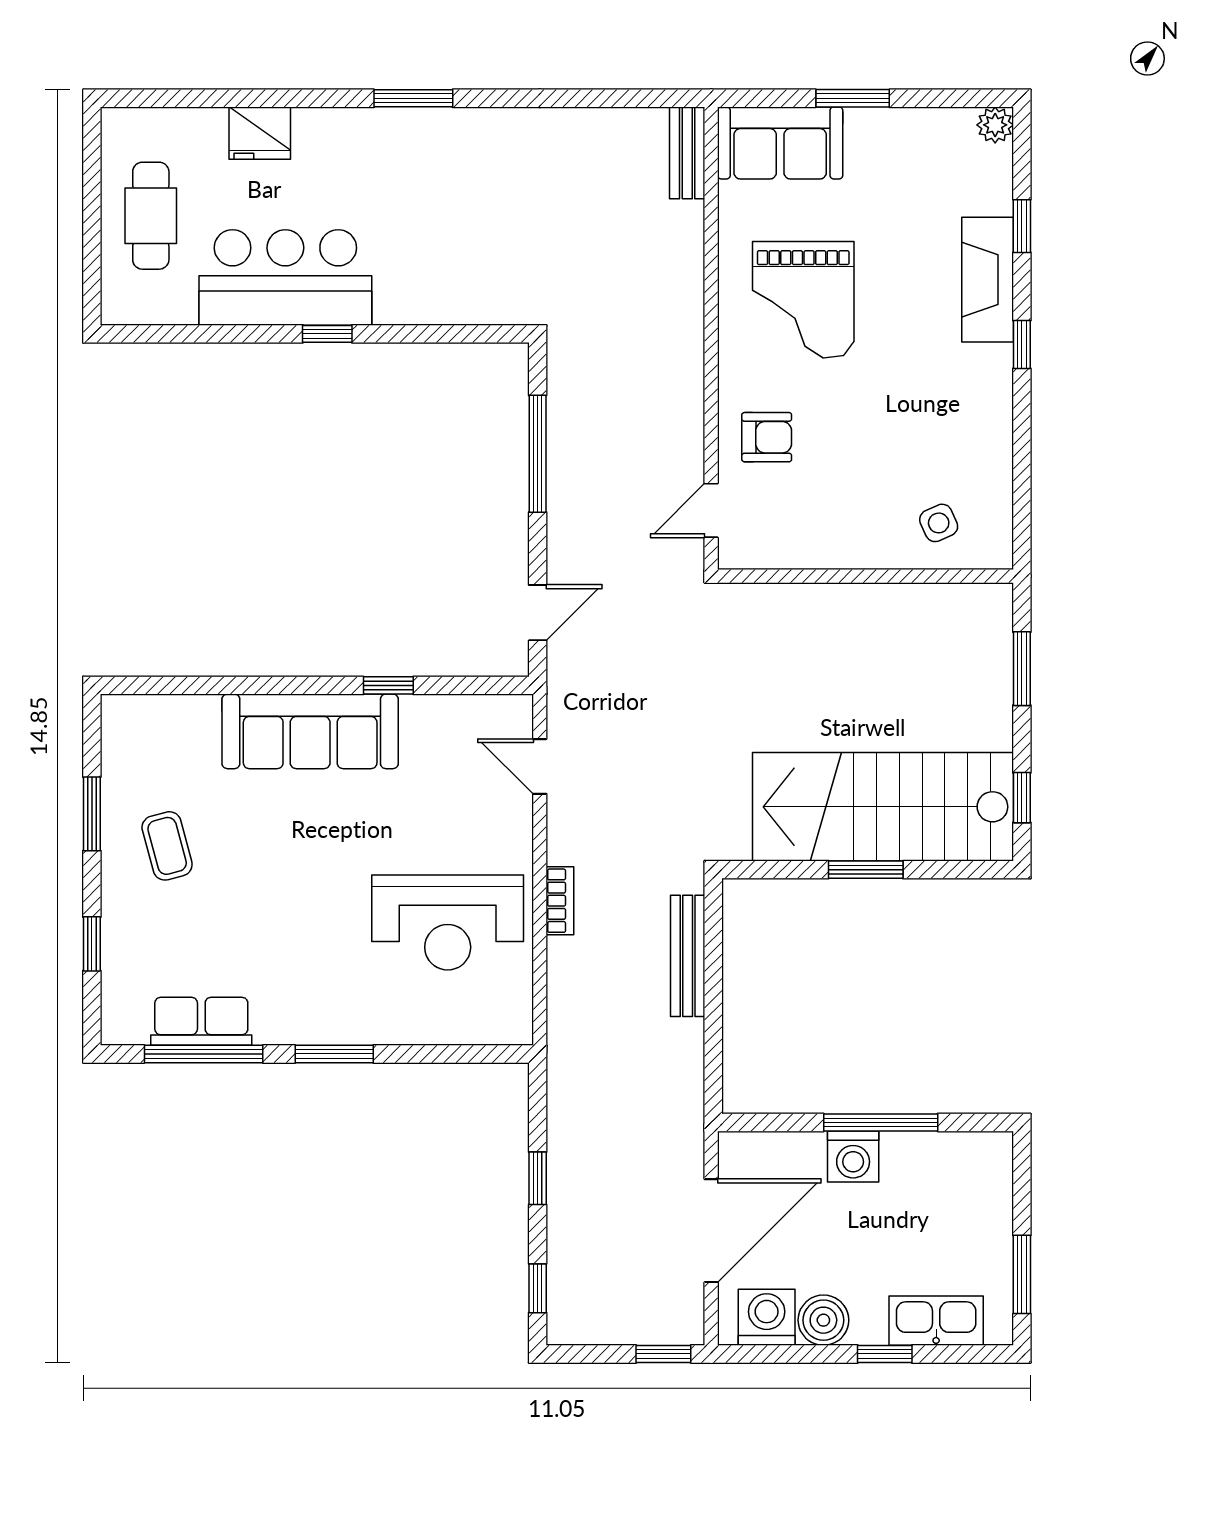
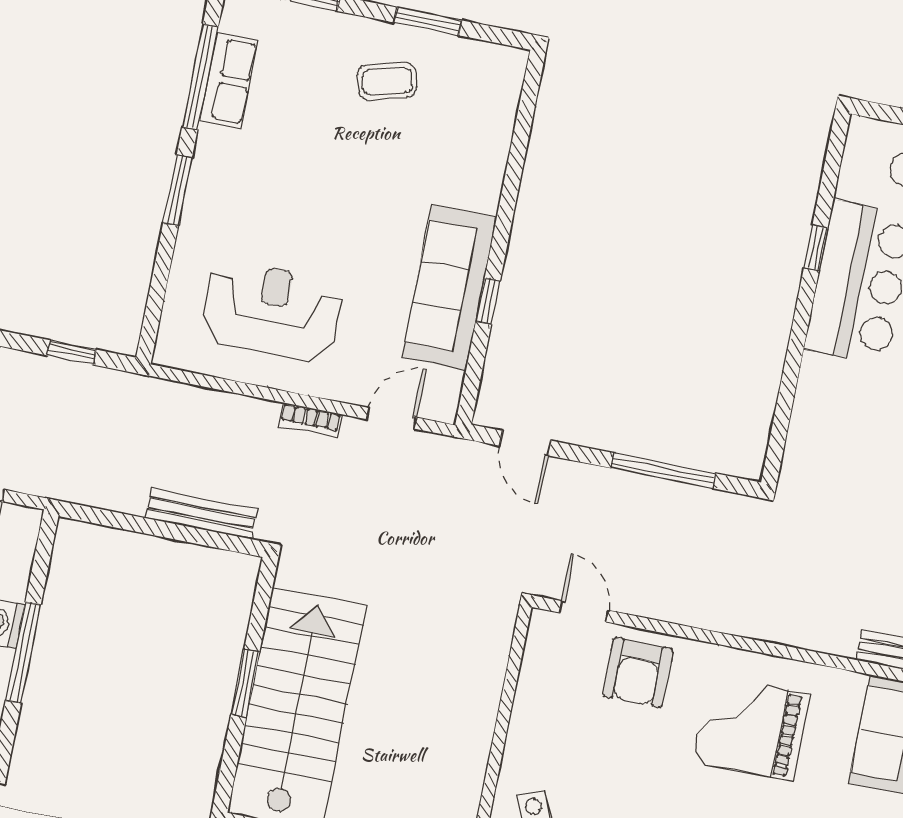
window: (327, 334) -> (816, 248), moved
armchair: (767, 437) -> (638, 672), width x1.38, depth x1.38
sofa: (310, 731) -> (449, 287), moved
bookcase: (560, 901) -> (310, 420), moved
reception desk: (448, 922) -> (272, 311), turned 90
window: (538, 1178) -> (72, 353), moved

